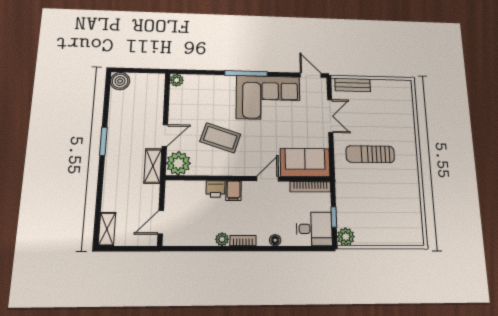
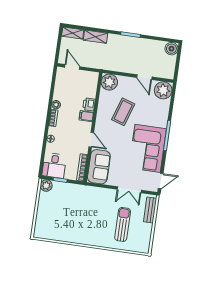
plant: (177, 80) -> (163, 90), width x1.87, depth x1.87
door: (165, 135) -> (144, 77), moved
sun lounger: (370, 154) -> (123, 224), moved
shelving: (153, 166) -> (95, 37), moved

